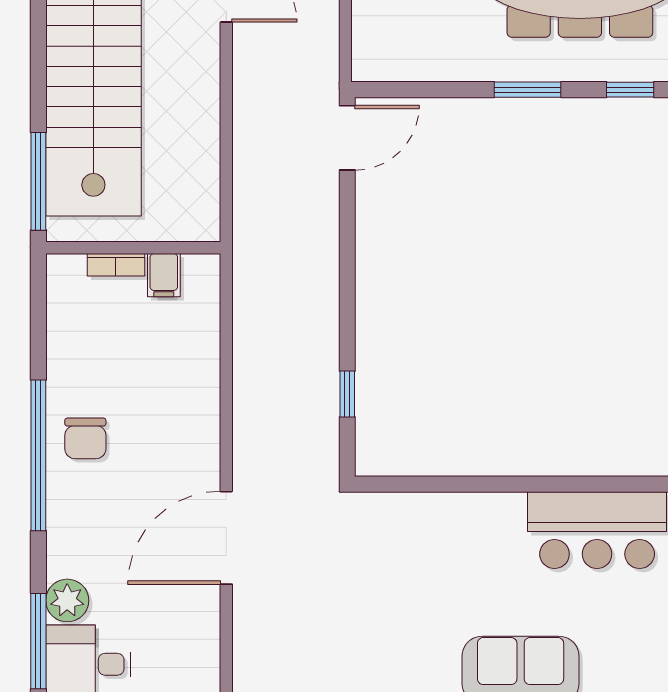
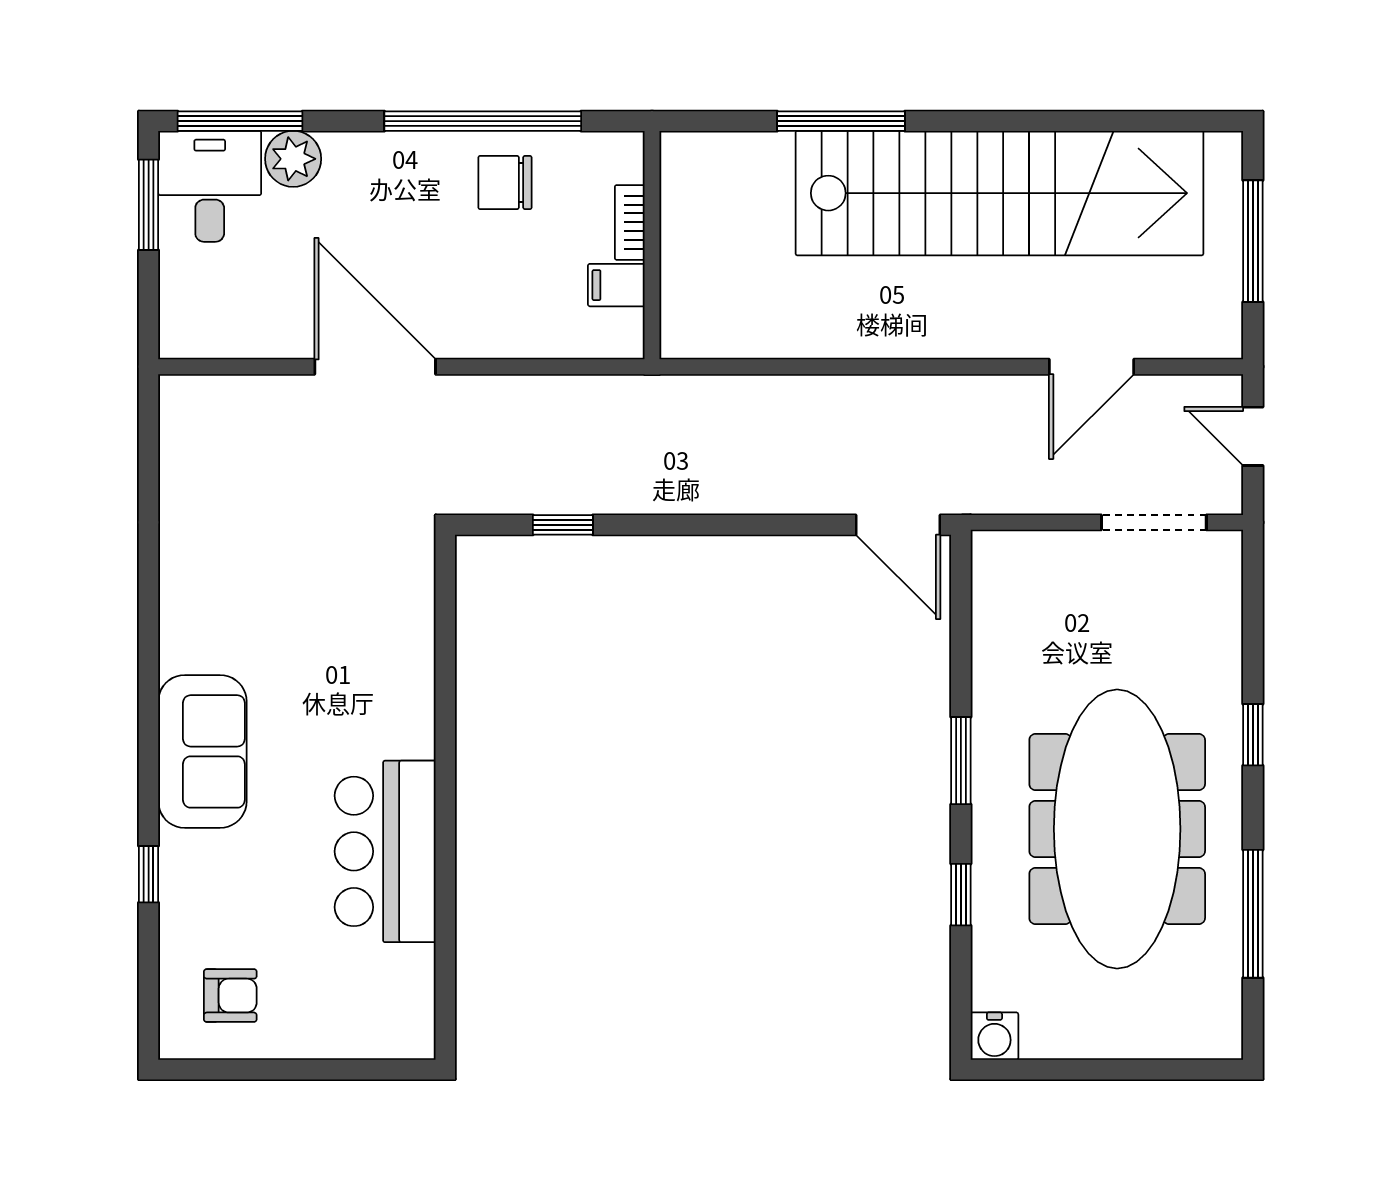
wall: (133, 248) -> (652, 245), moved
bookcase: (116, 265) -> (630, 222), moved
filing cabinet: (164, 275) -> (616, 285), moved

